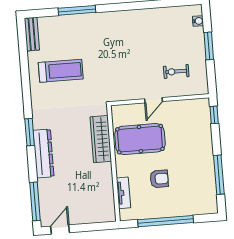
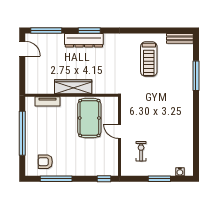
window: (30, 132) -> (89, 30), moved
wardrobe: (101, 139) -> (73, 87), moved
armchair: (159, 179) -> (45, 162), moved, turned 90

